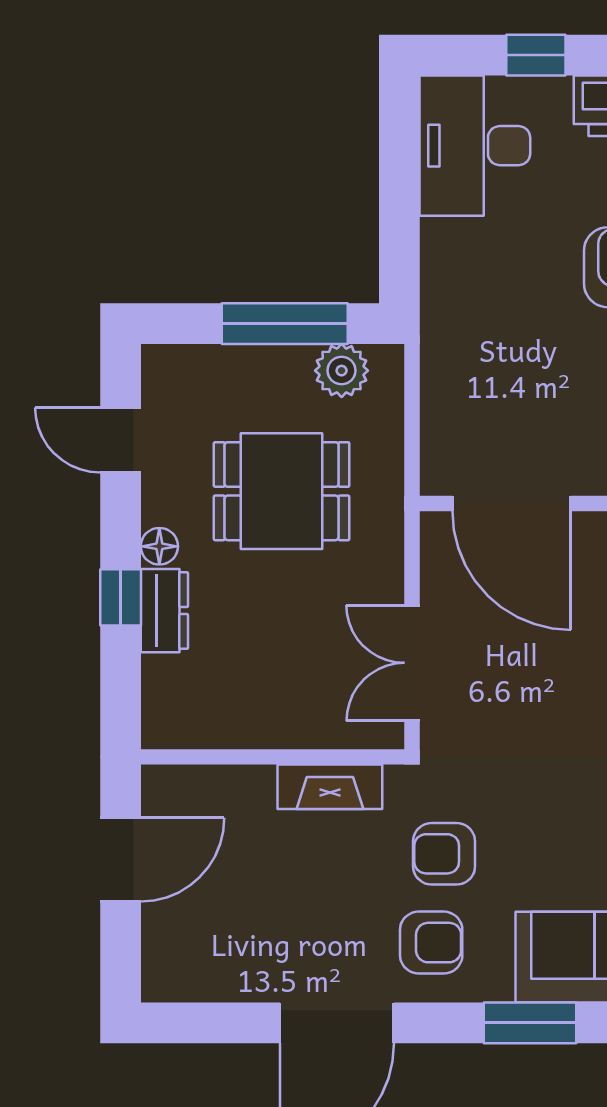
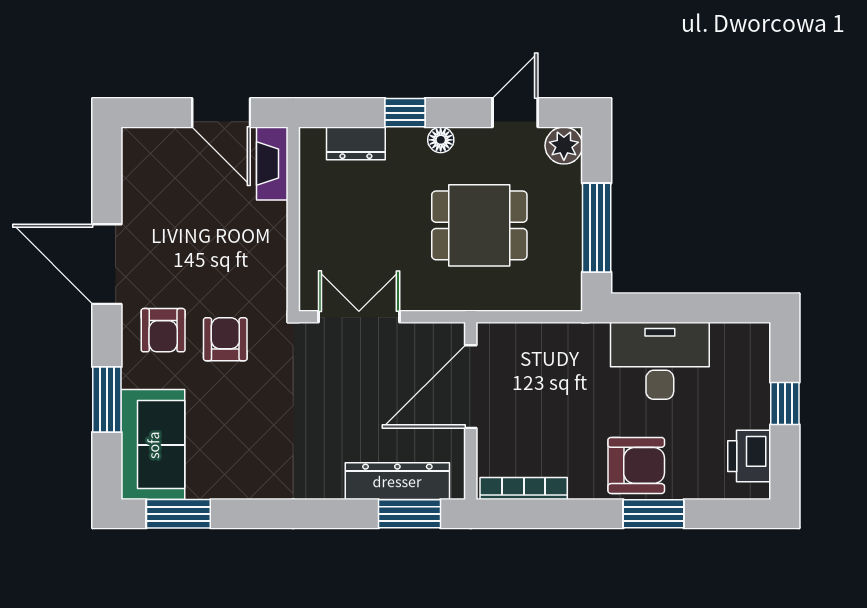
desk: (475, 146) -> (660, 361), moved
plant: (342, 371) -> (564, 146), moved
dining table: (282, 491) -> (479, 225), turned 90
dresser: (164, 611) -> (356, 143), moved
fireplace: (330, 787) -> (272, 163), moved

